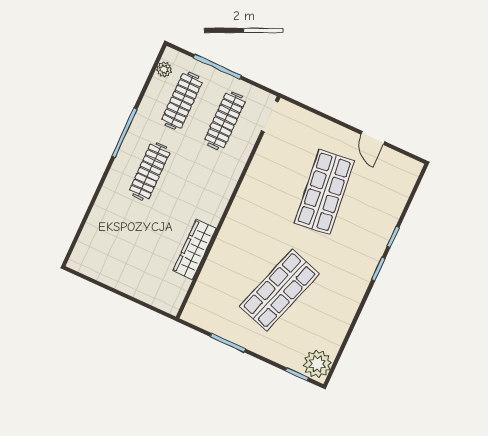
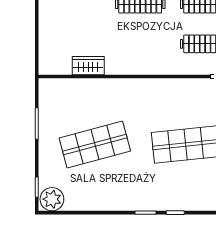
wardrobe: (194, 250) -> (88, 66), width x0.67
shop shelf: (279, 290) -> (95, 145), turned -33

